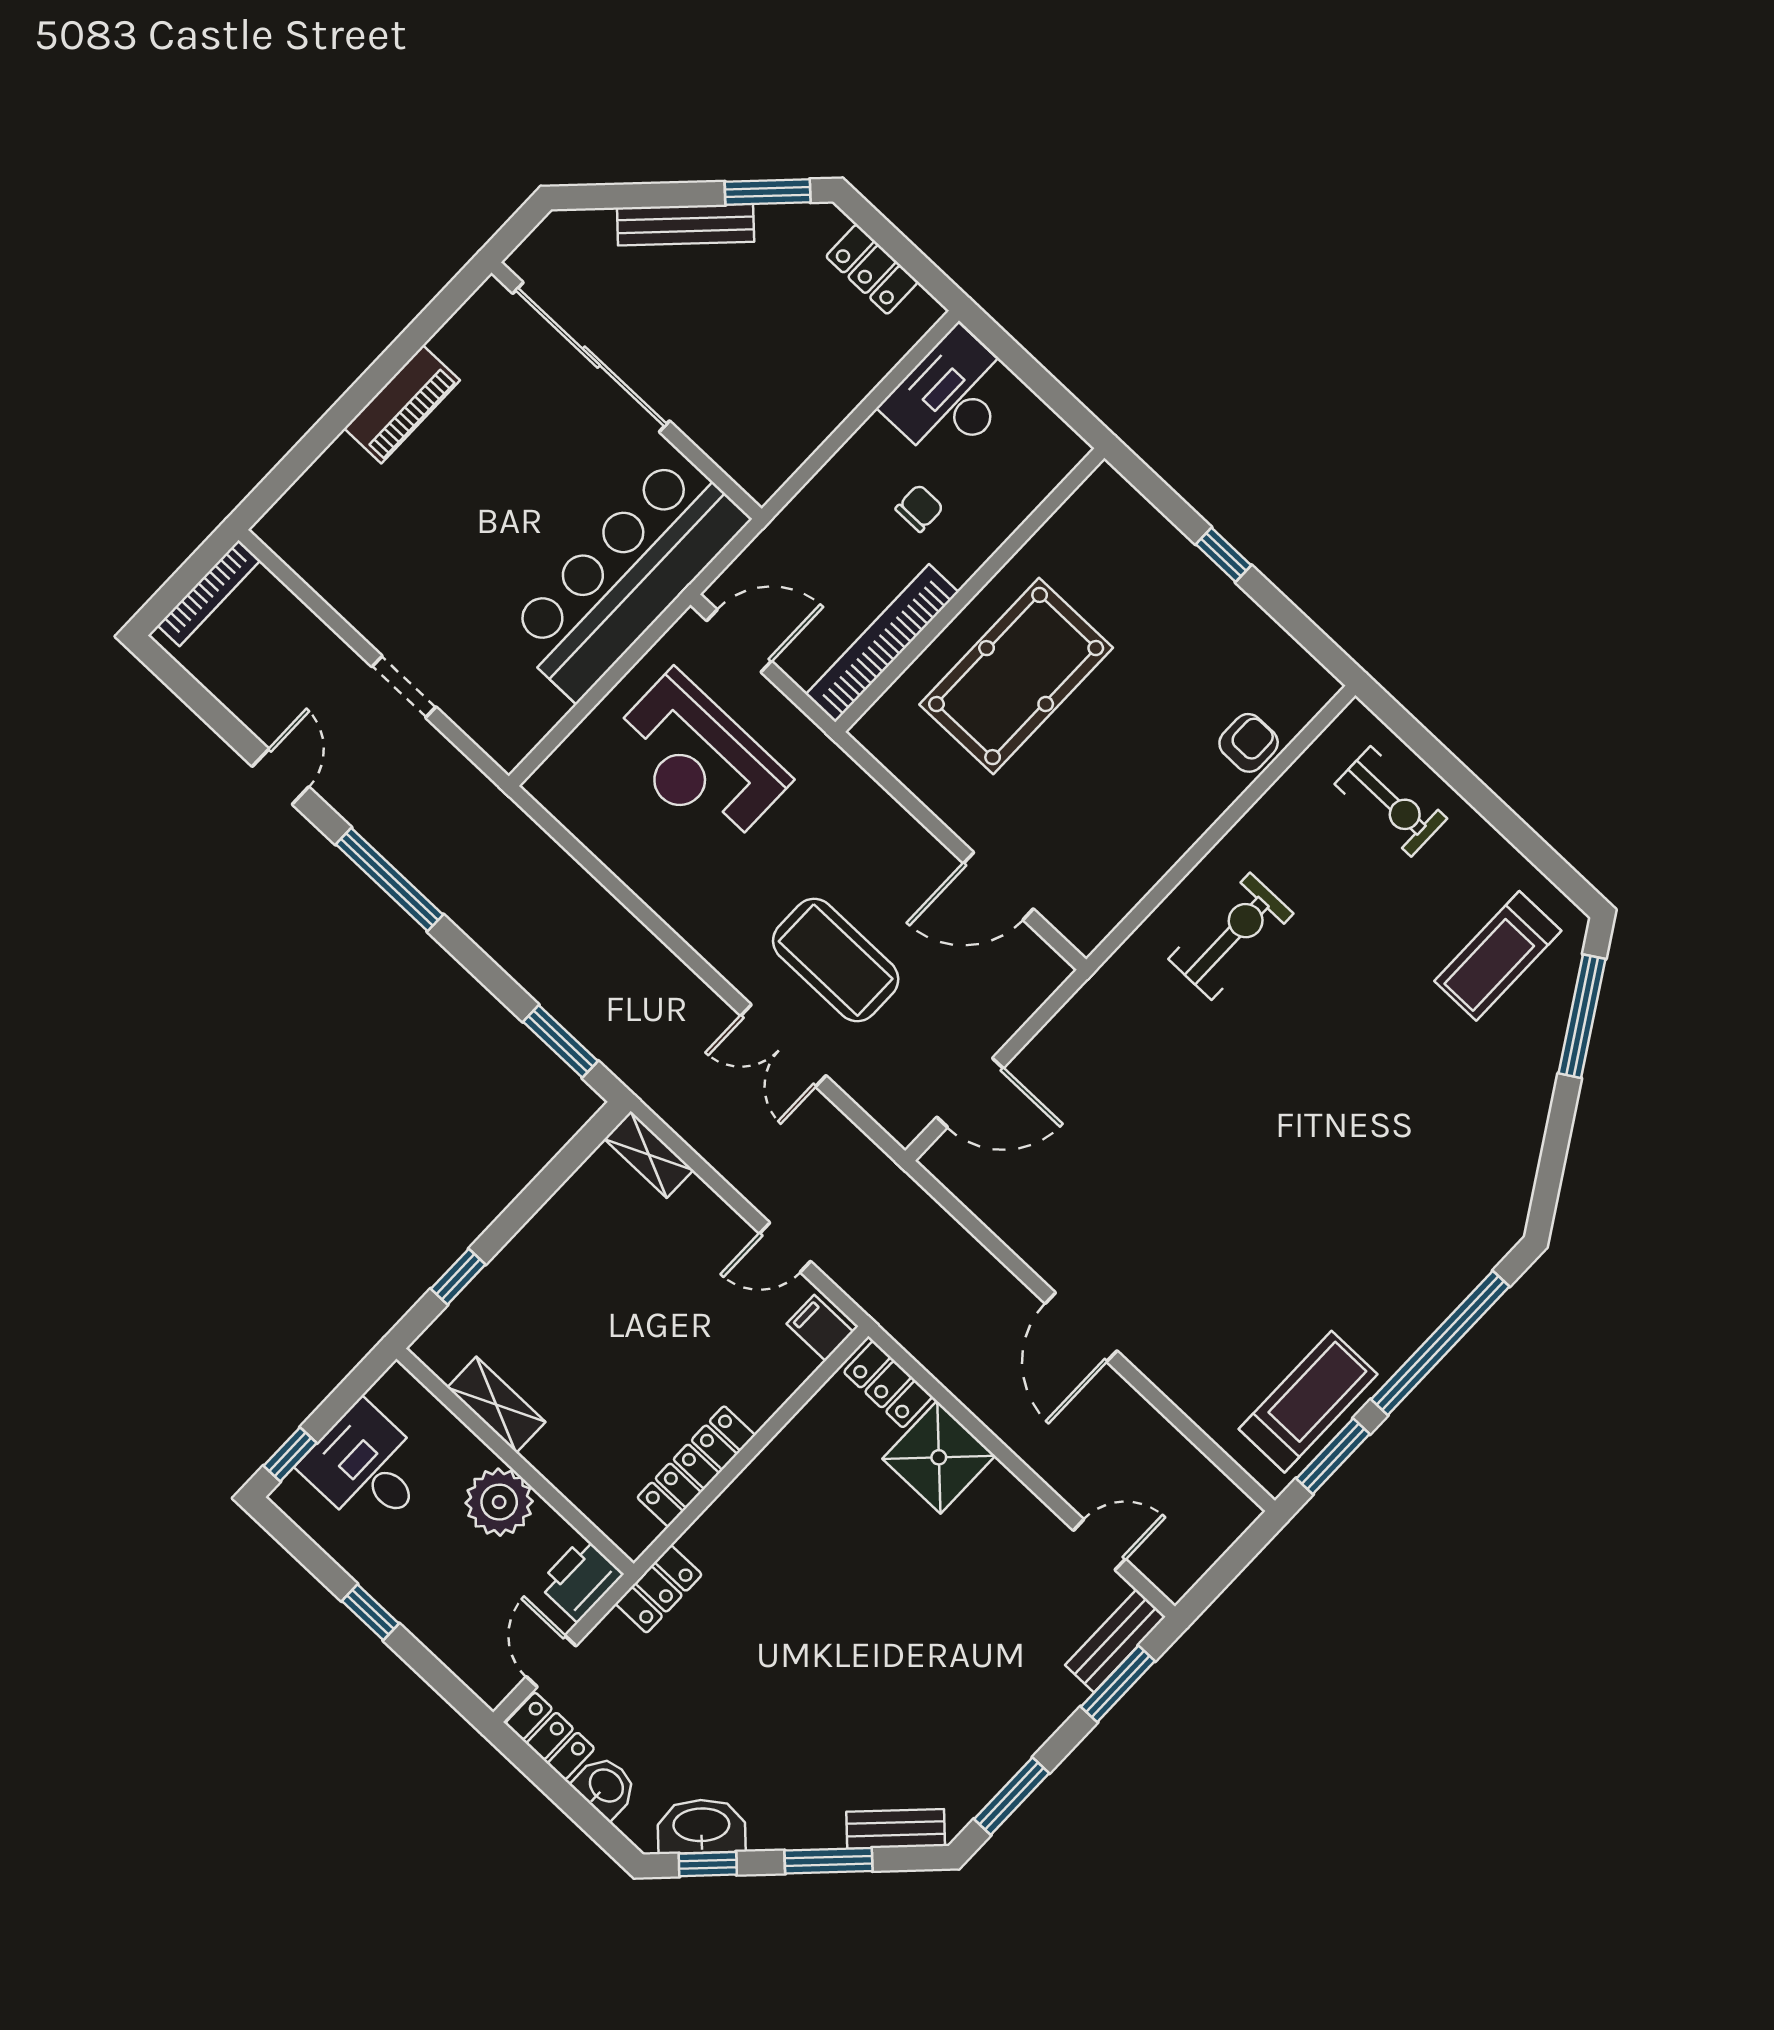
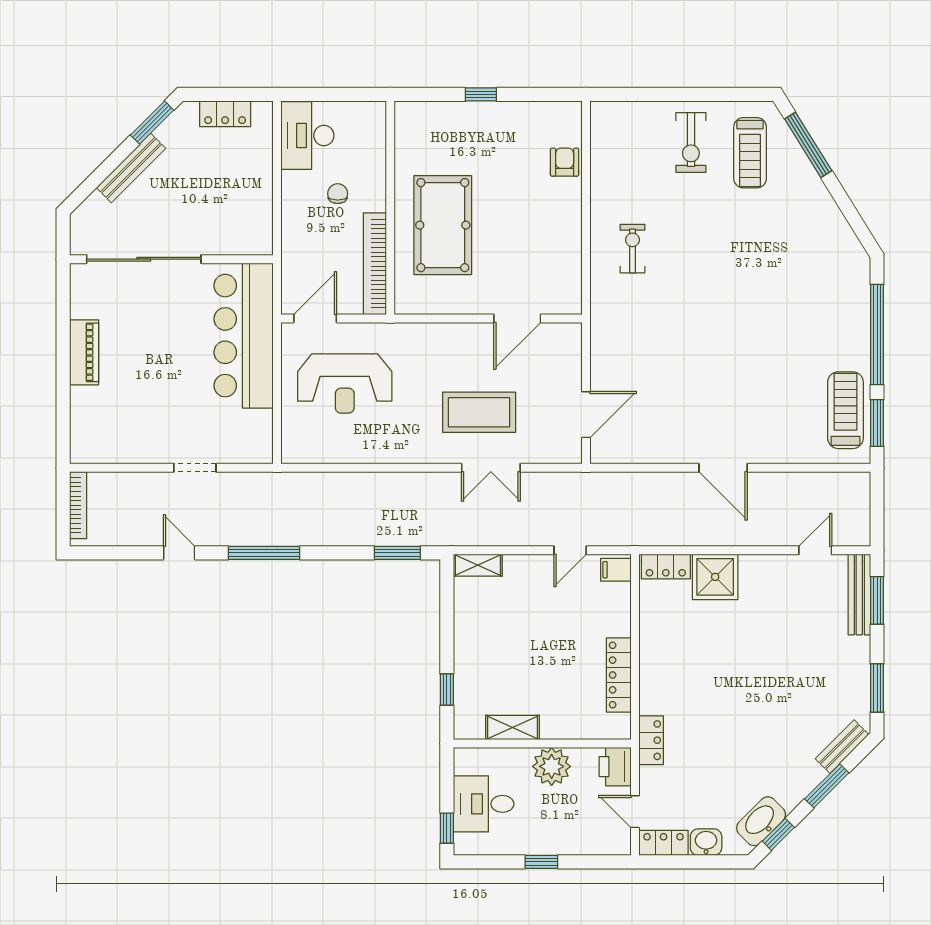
exercise bike: (1391, 801) -> (691, 143), moved, turned 90
exercise bike: (1231, 936) -> (632, 249), width x0.73, depth x0.72
bench: (1115, 1641) -> (859, 594), width x1.36

